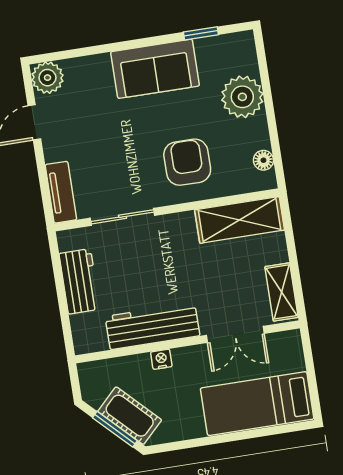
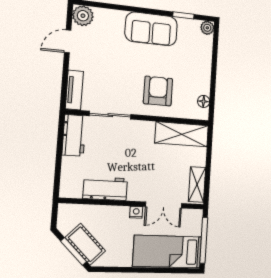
plant: (242, 97) -> (207, 28), moved, width x0.53, depth x0.53
workbench: (79, 281) -> (74, 135), moved
workbench: (152, 326) -> (105, 188), width x0.73
nightstand: (161, 359) -> (136, 212), moved
window: (311, 376) -> (204, 240), added

